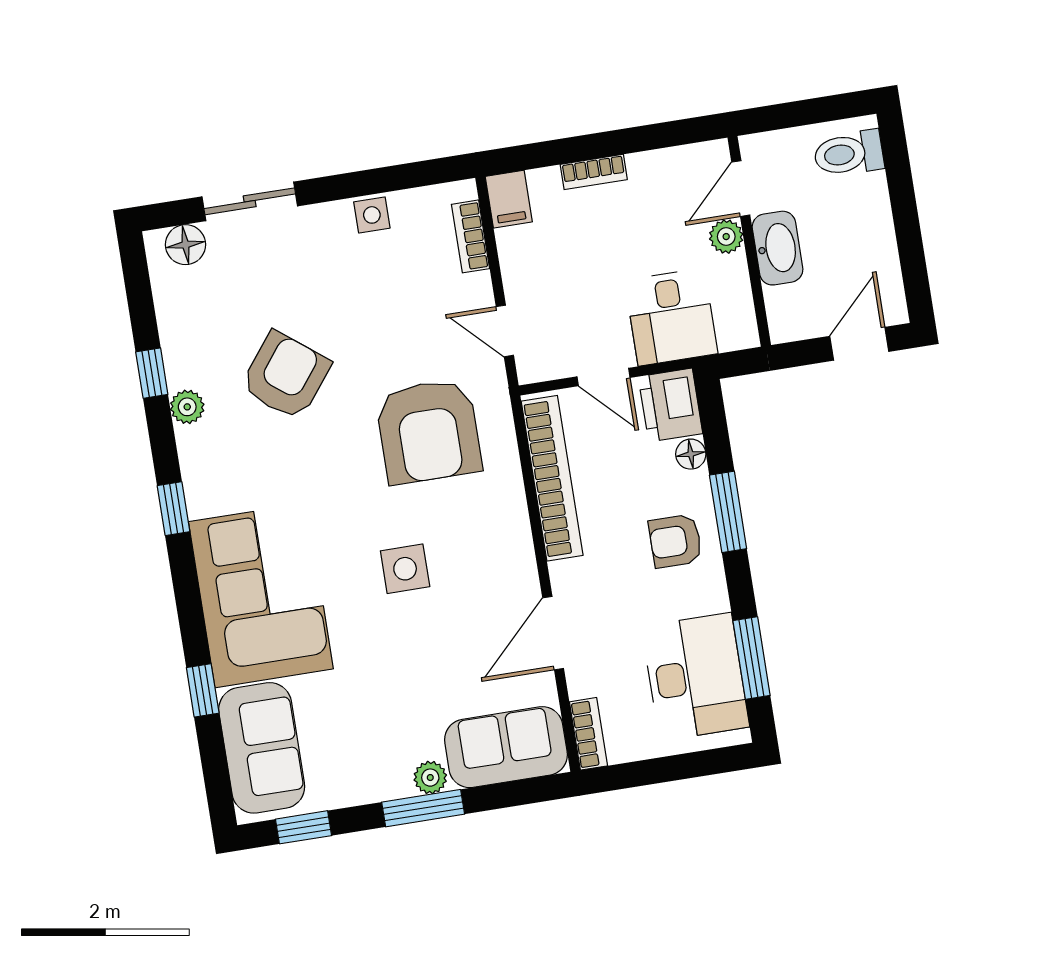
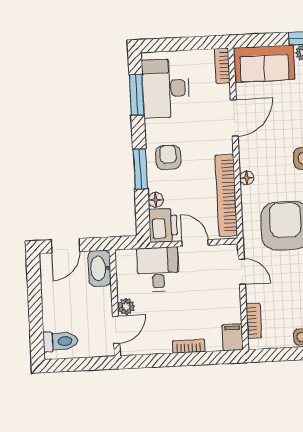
washbasin: (778, 248) -> (100, 268), moved
floor lamp: (515, 518) -> (247, 178), added
armchair: (675, 541) -> (168, 157), turned -90

